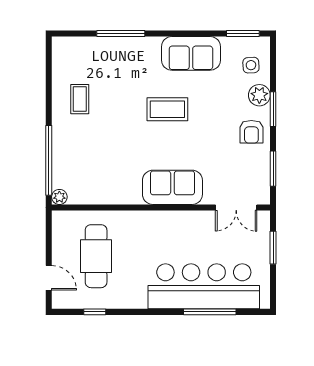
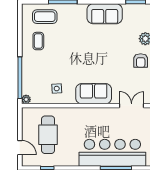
side table: (251, 65) -> (57, 89), moved
coffee table: (167, 109) -> (45, 17), moved
double door: (236, 208) -> (132, 106), swing flipped

